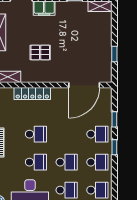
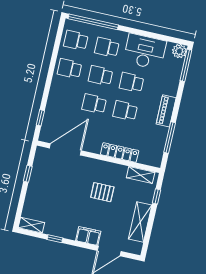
window: (114, 119) -> (40, 118), moved
school desk: (97, 134) -> (94, 104), moved
window: (114, 147) -> (49, 80), removed

